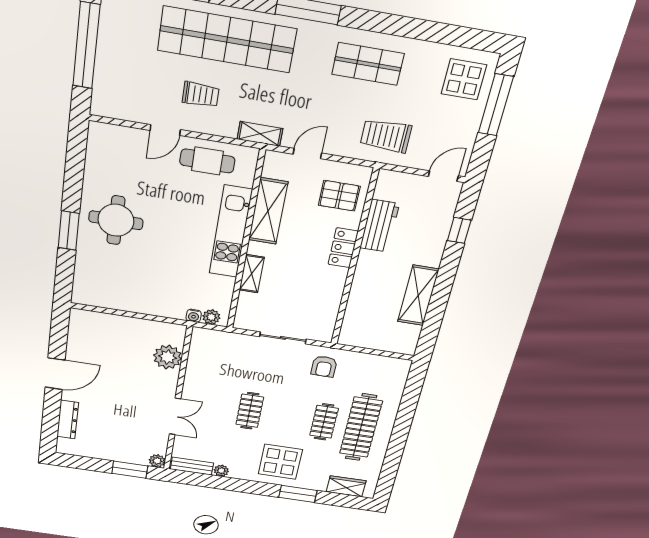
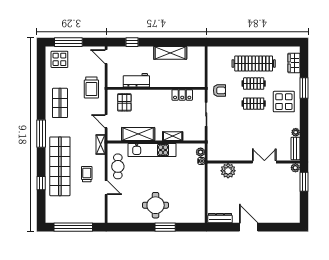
locker: (343, 248) -> (182, 95), moved
clothes rail: (250, 411) -> (254, 104), moved
dresser: (68, 420) -> (220, 218), moved

